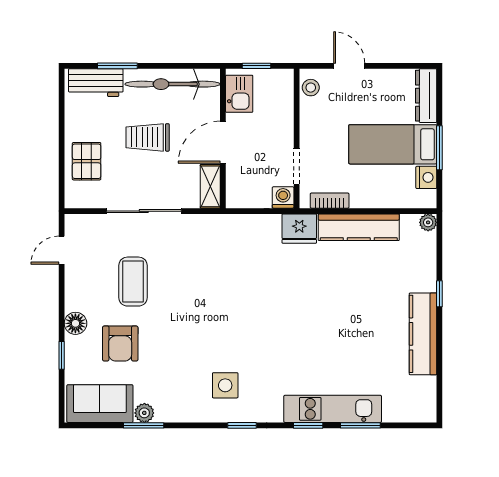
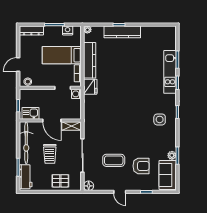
bed: (393, 144) -> (62, 55), moved, turned 90
door: (62, 250) -> (120, 192), moved
floor lamp: (75, 323) -> (89, 186), moved
kitchen counter: (423, 334) -> (122, 32), moved

